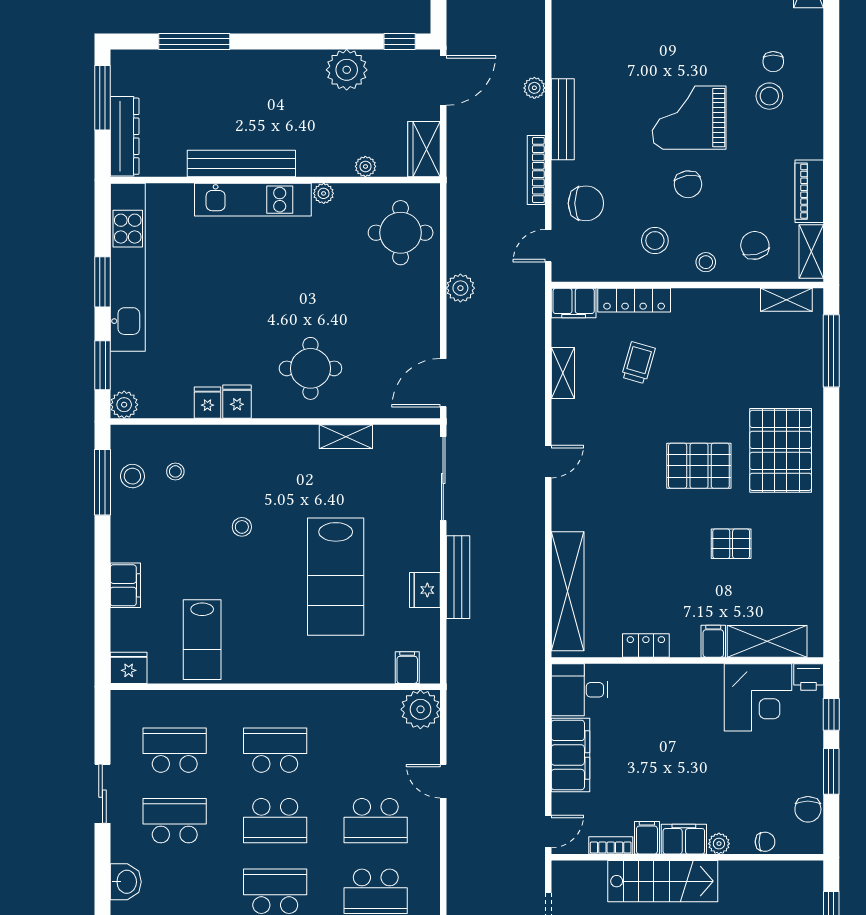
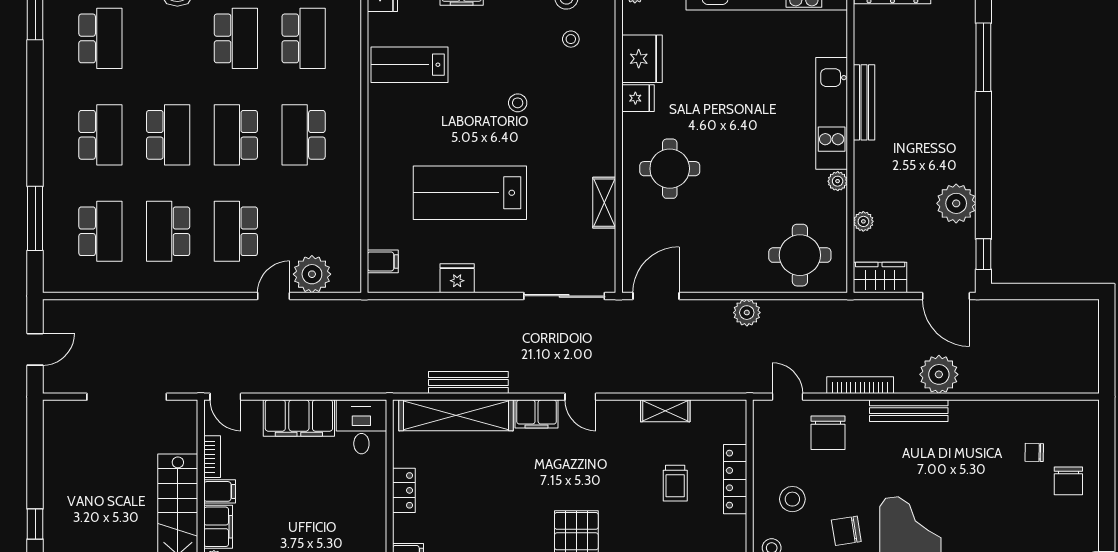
plant: (534, 88) -> (939, 374), width x1.87, depth x1.87
bench: (241, 163) -> (864, 102), width x0.73, depth x0.82
filing cabinet: (574, 303) -> (537, 414), moved, turned -90
trolley: (638, 363) -> (675, 483), turned 74
door: (443, 383) -> (656, 296), hinge flipped
fridge: (207, 403) -> (642, 59), width x1.88, depth x1.34
bench: (458, 577) -> (468, 383), moved
plant: (420, 709) -> (312, 274), moved
school desk: (275, 750) -> (304, 135), turned 180

